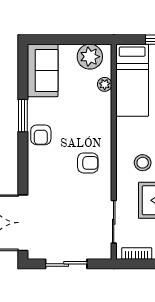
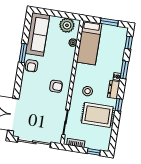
sofa: (43, 70) -> (38, 34), width x1.36
sliding door: (66, 264) -> (34, 142), width x1.37

